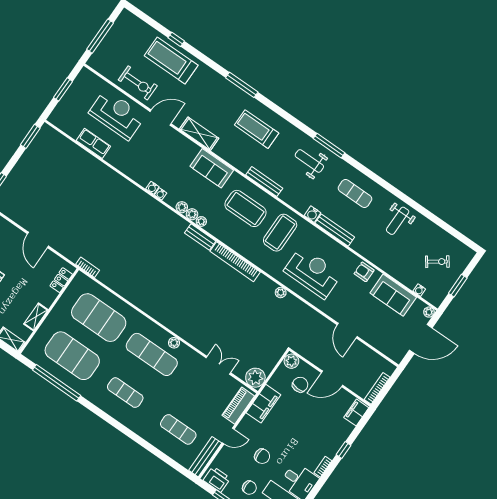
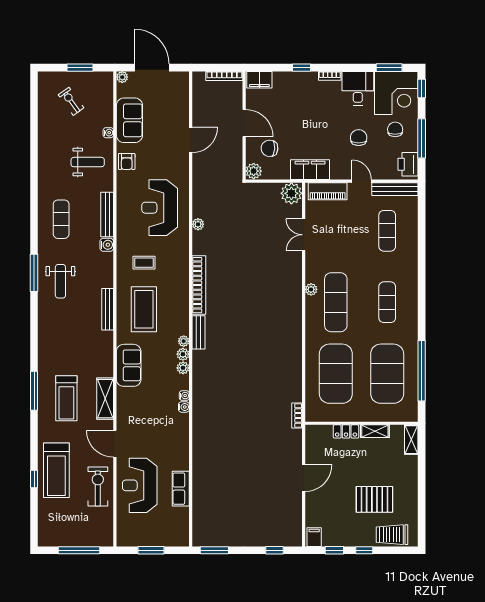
treadmill: (257, 129) -> (66, 398), moved
weight bench: (398, 221) -> (88, 162), moved
coffee table: (280, 233) -> (144, 263), width x0.54, depth x0.58
locker: (61, 280) -> (346, 431), moved
water cooler: (419, 290) -> (108, 133), moved

